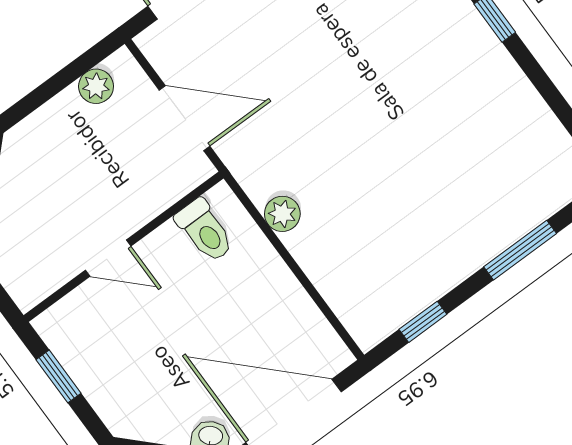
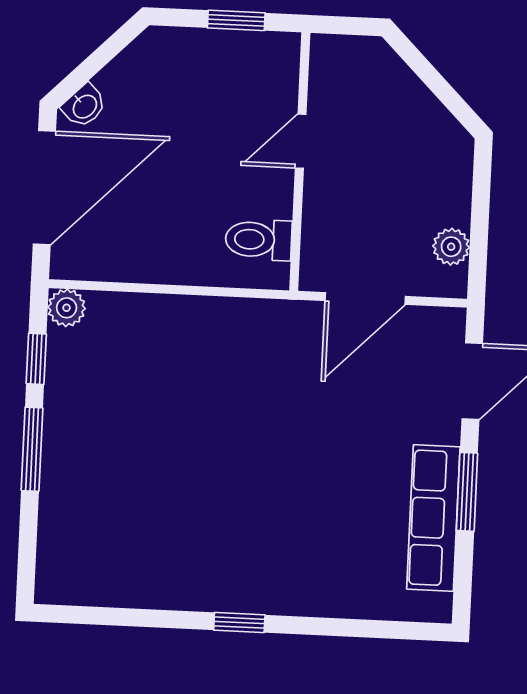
plant: (282, 214) -> (67, 308), moved
window: (520, 250) -> (32, 449), moved

